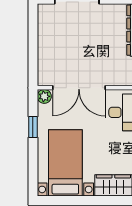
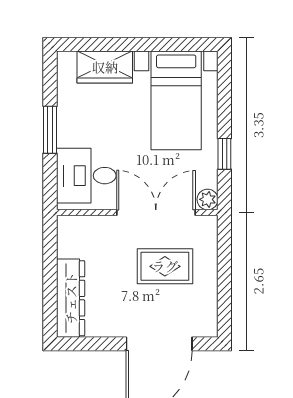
rug: (73, 52) -> (165, 266), added

